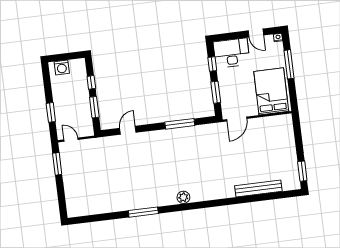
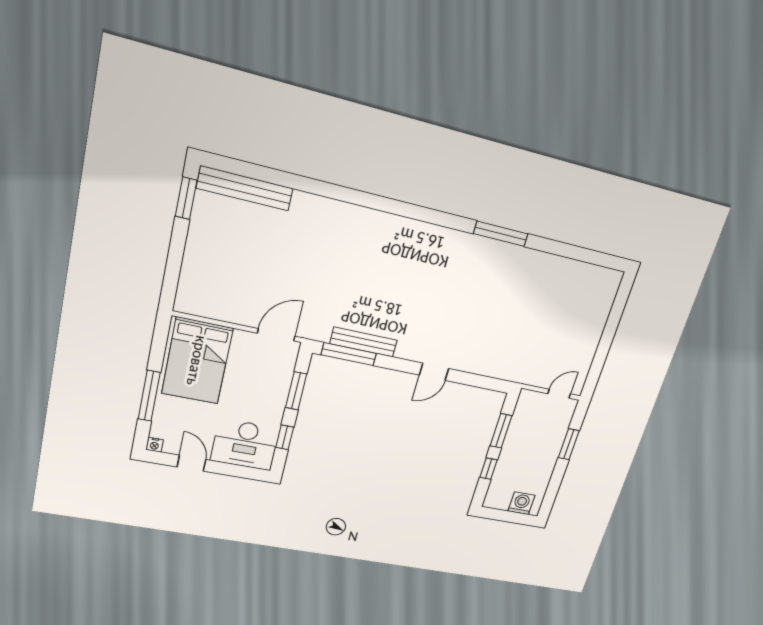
window: (180, 124) -> (349, 354), moved
door: (128, 130) -> (434, 372), moved
bench: (191, 131) -> (364, 342), added
door: (71, 140) -> (559, 394), swing flipped
window: (57, 164) -> (598, 364), removed
bench: (258, 188) -> (245, 188), moved
plant: (183, 197) -> (423, 233), removed

